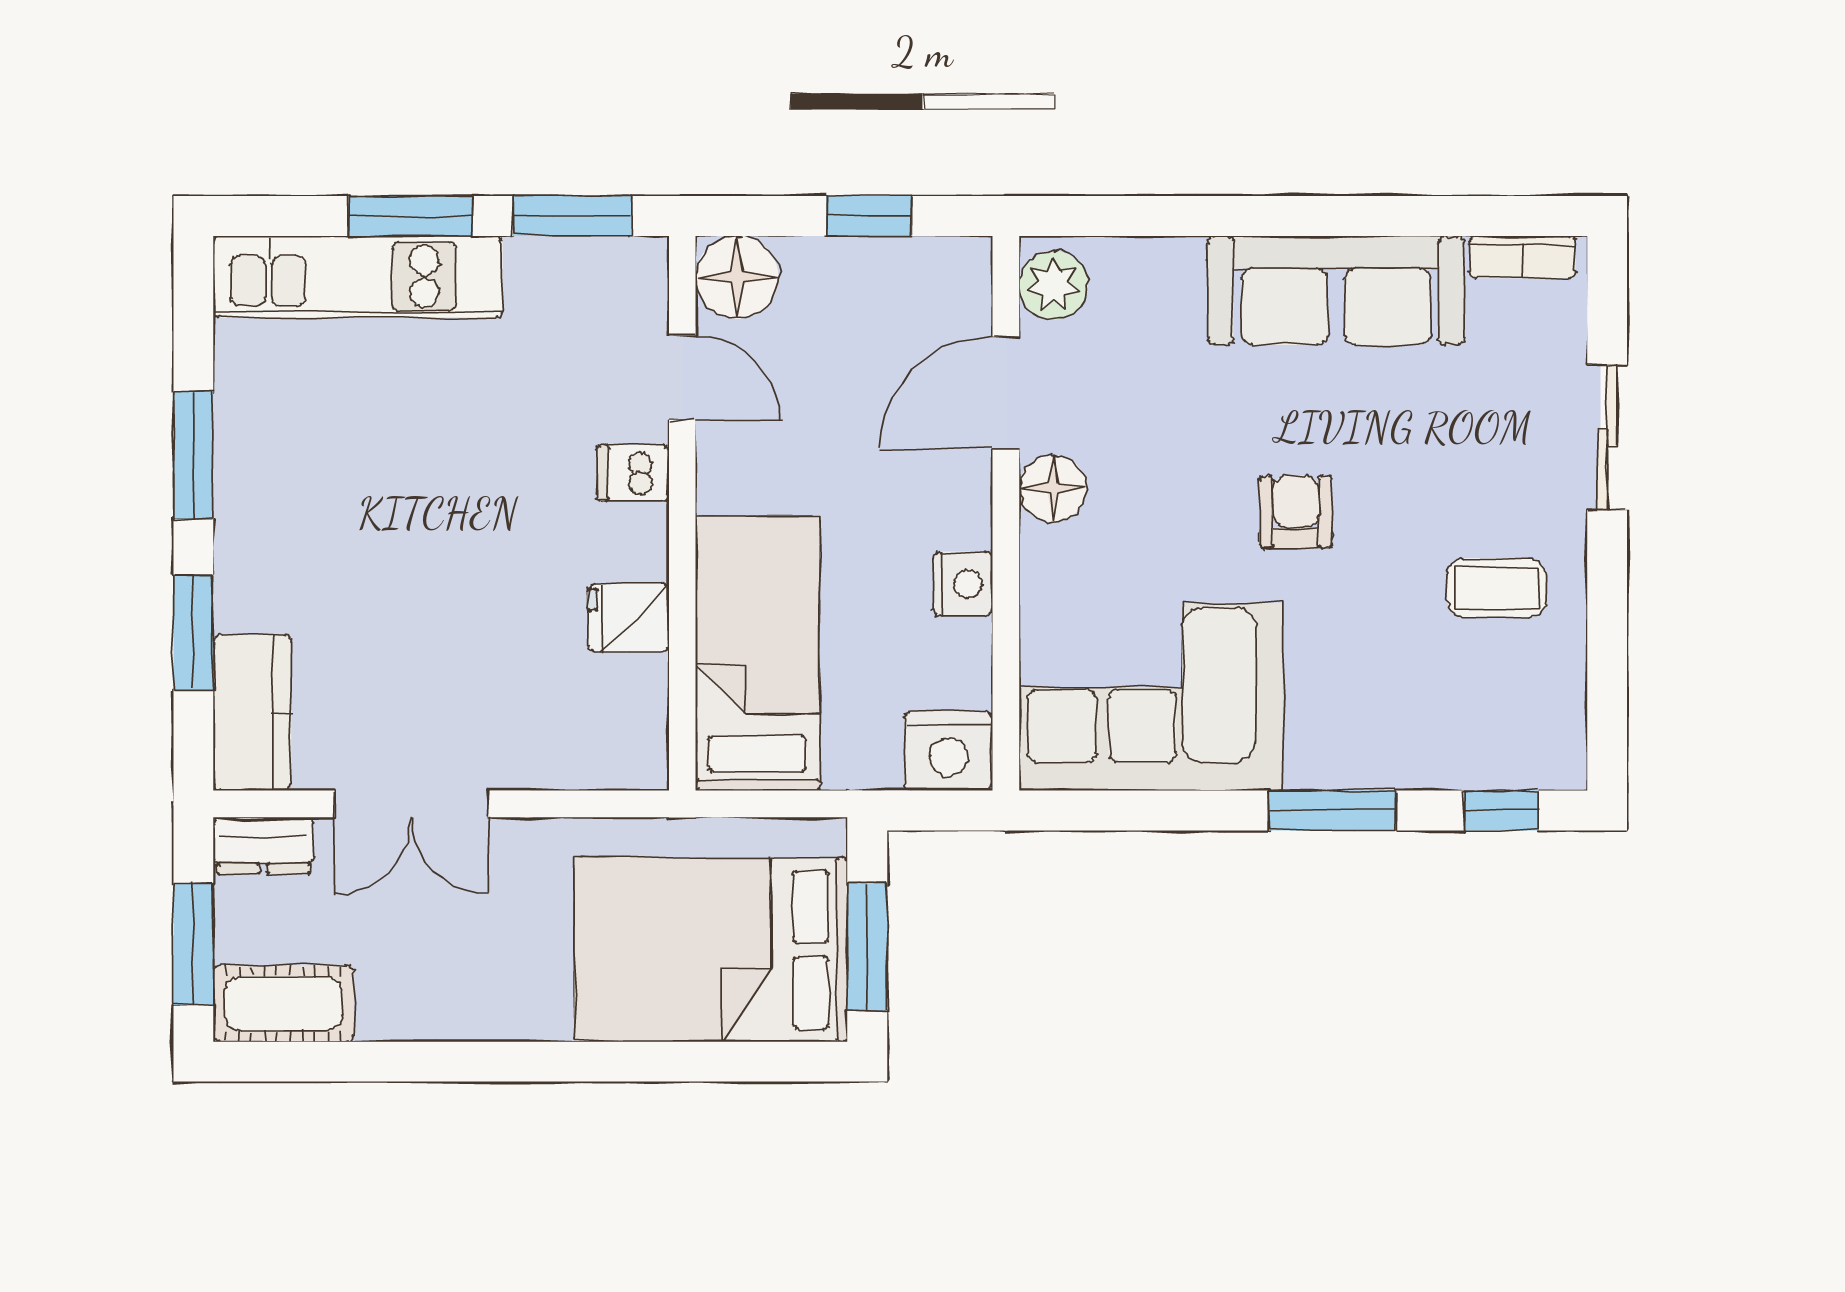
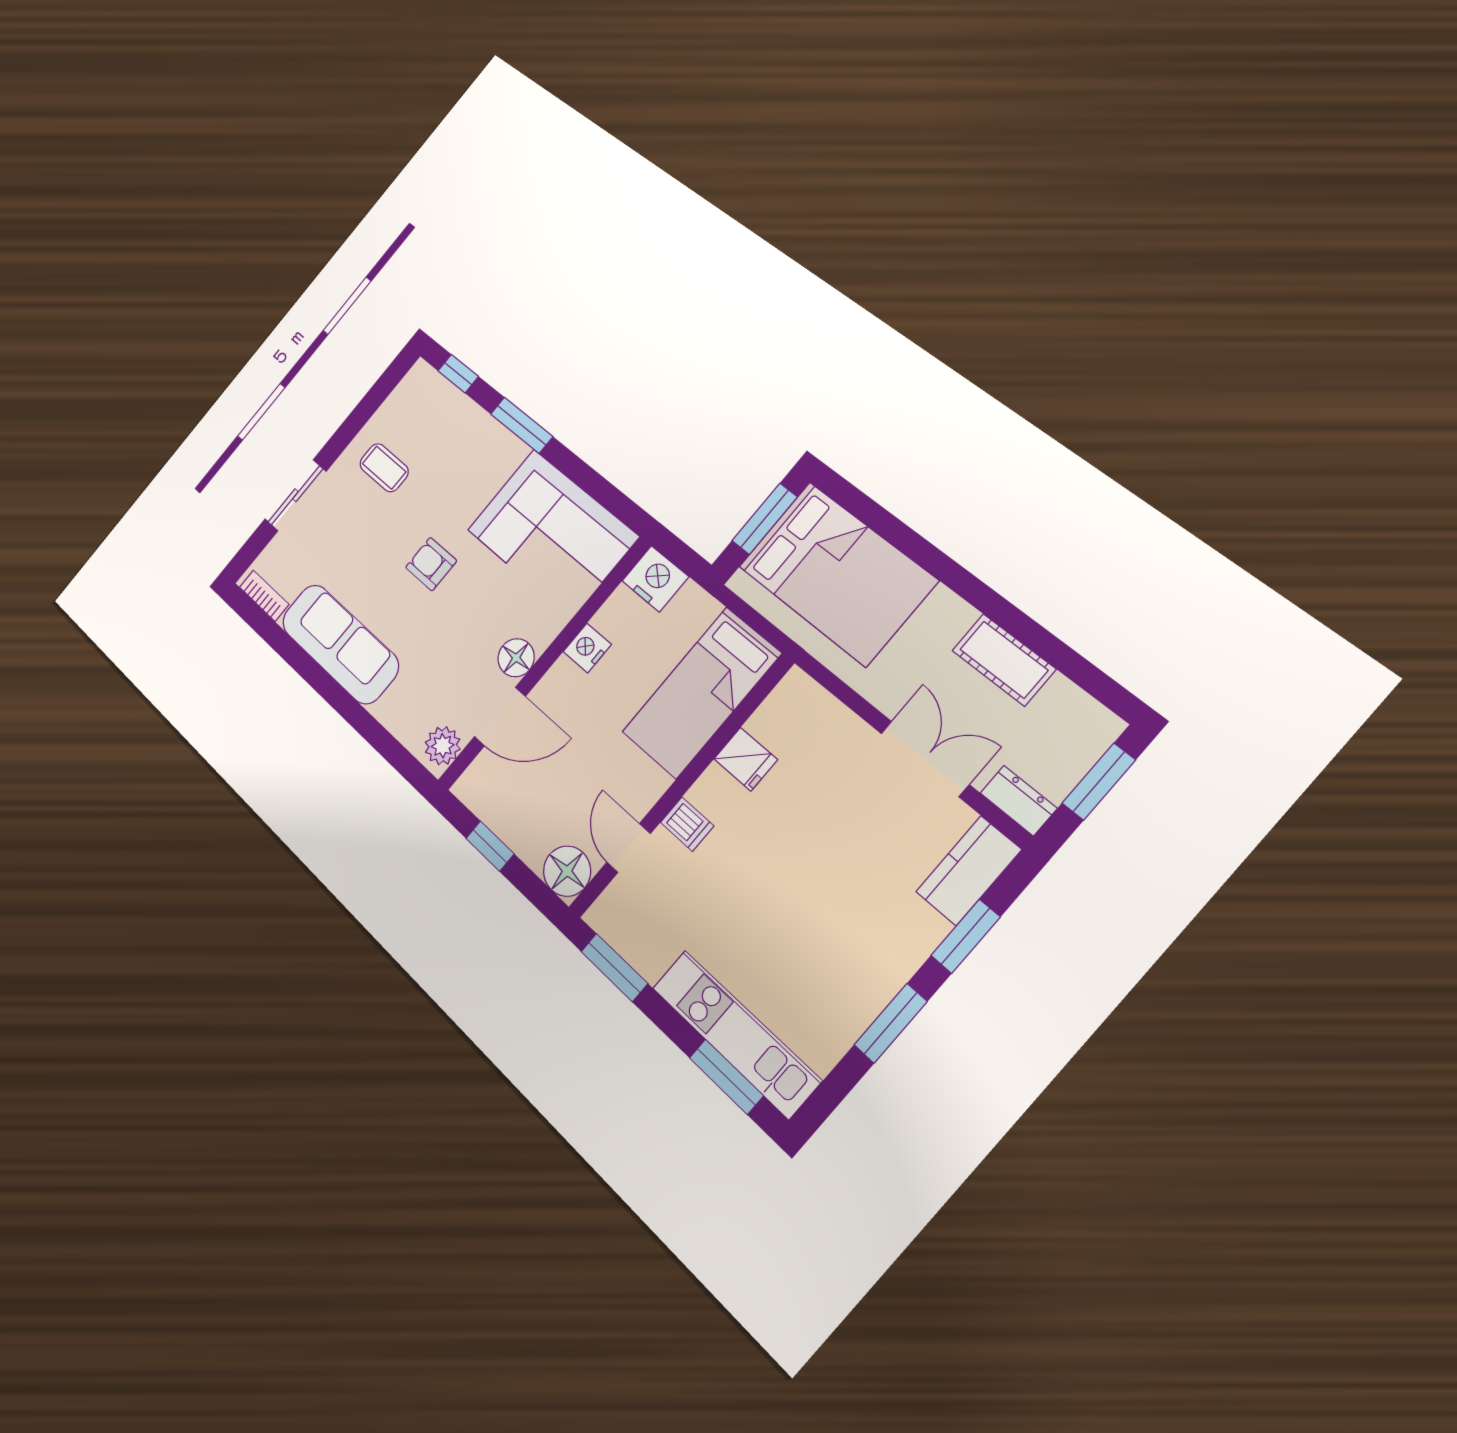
window: (411, 216) -> (726, 1077), moved
armchair: (1296, 512) -> (431, 564), turned 90
cot: (283, 1004) -> (1004, 660), moved

